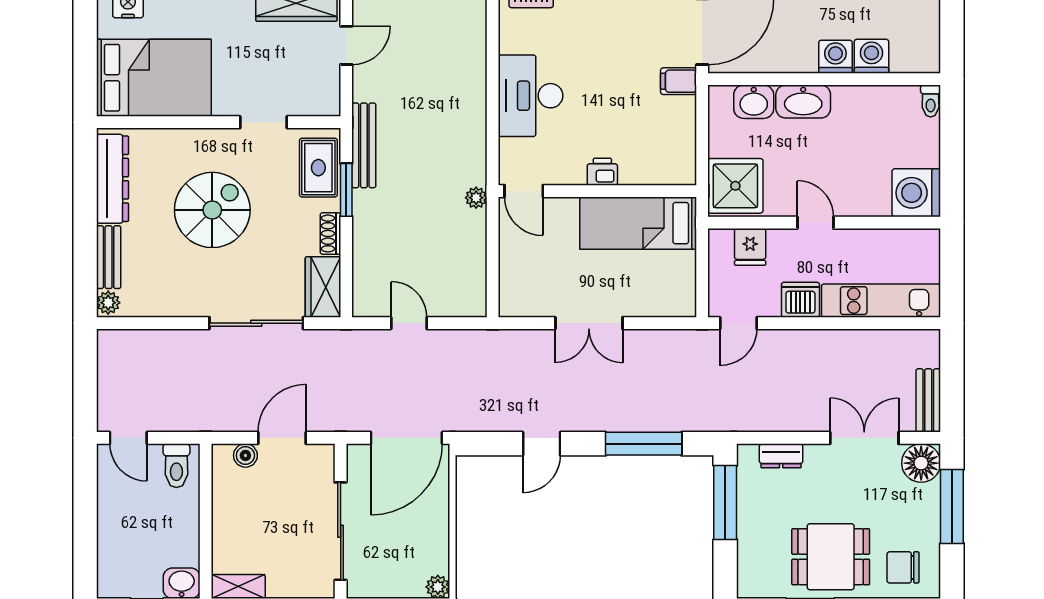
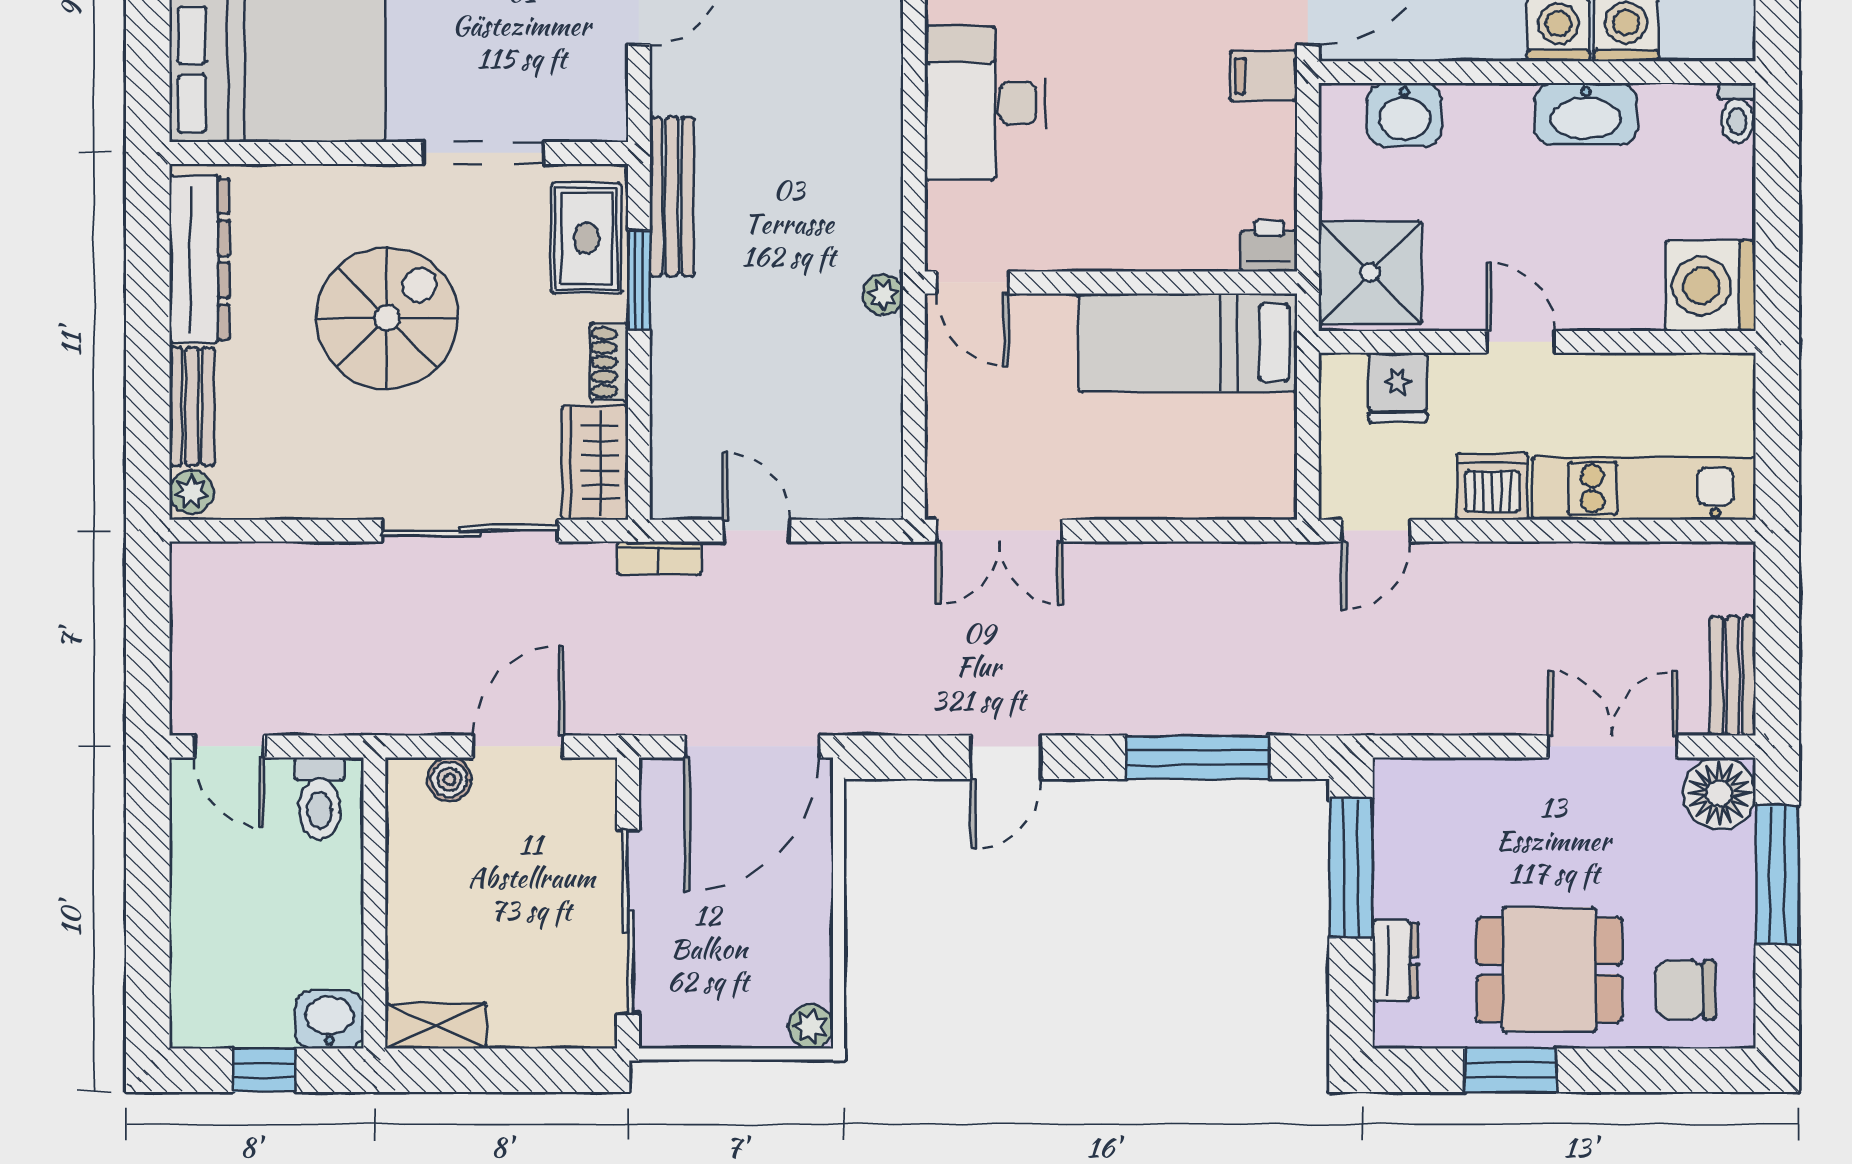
washbasin: (803, 102) -> (1586, 114), moved
doorway: (264, 122) -> (483, 153), width x1.38
printer: (602, 172) -> (1269, 246), moved
double door: (589, 323) -> (999, 531), moved
bookcase: (357, 338) -> (659, 558), added
dresser: (781, 456) -> (1395, 961), moved, turned -90

